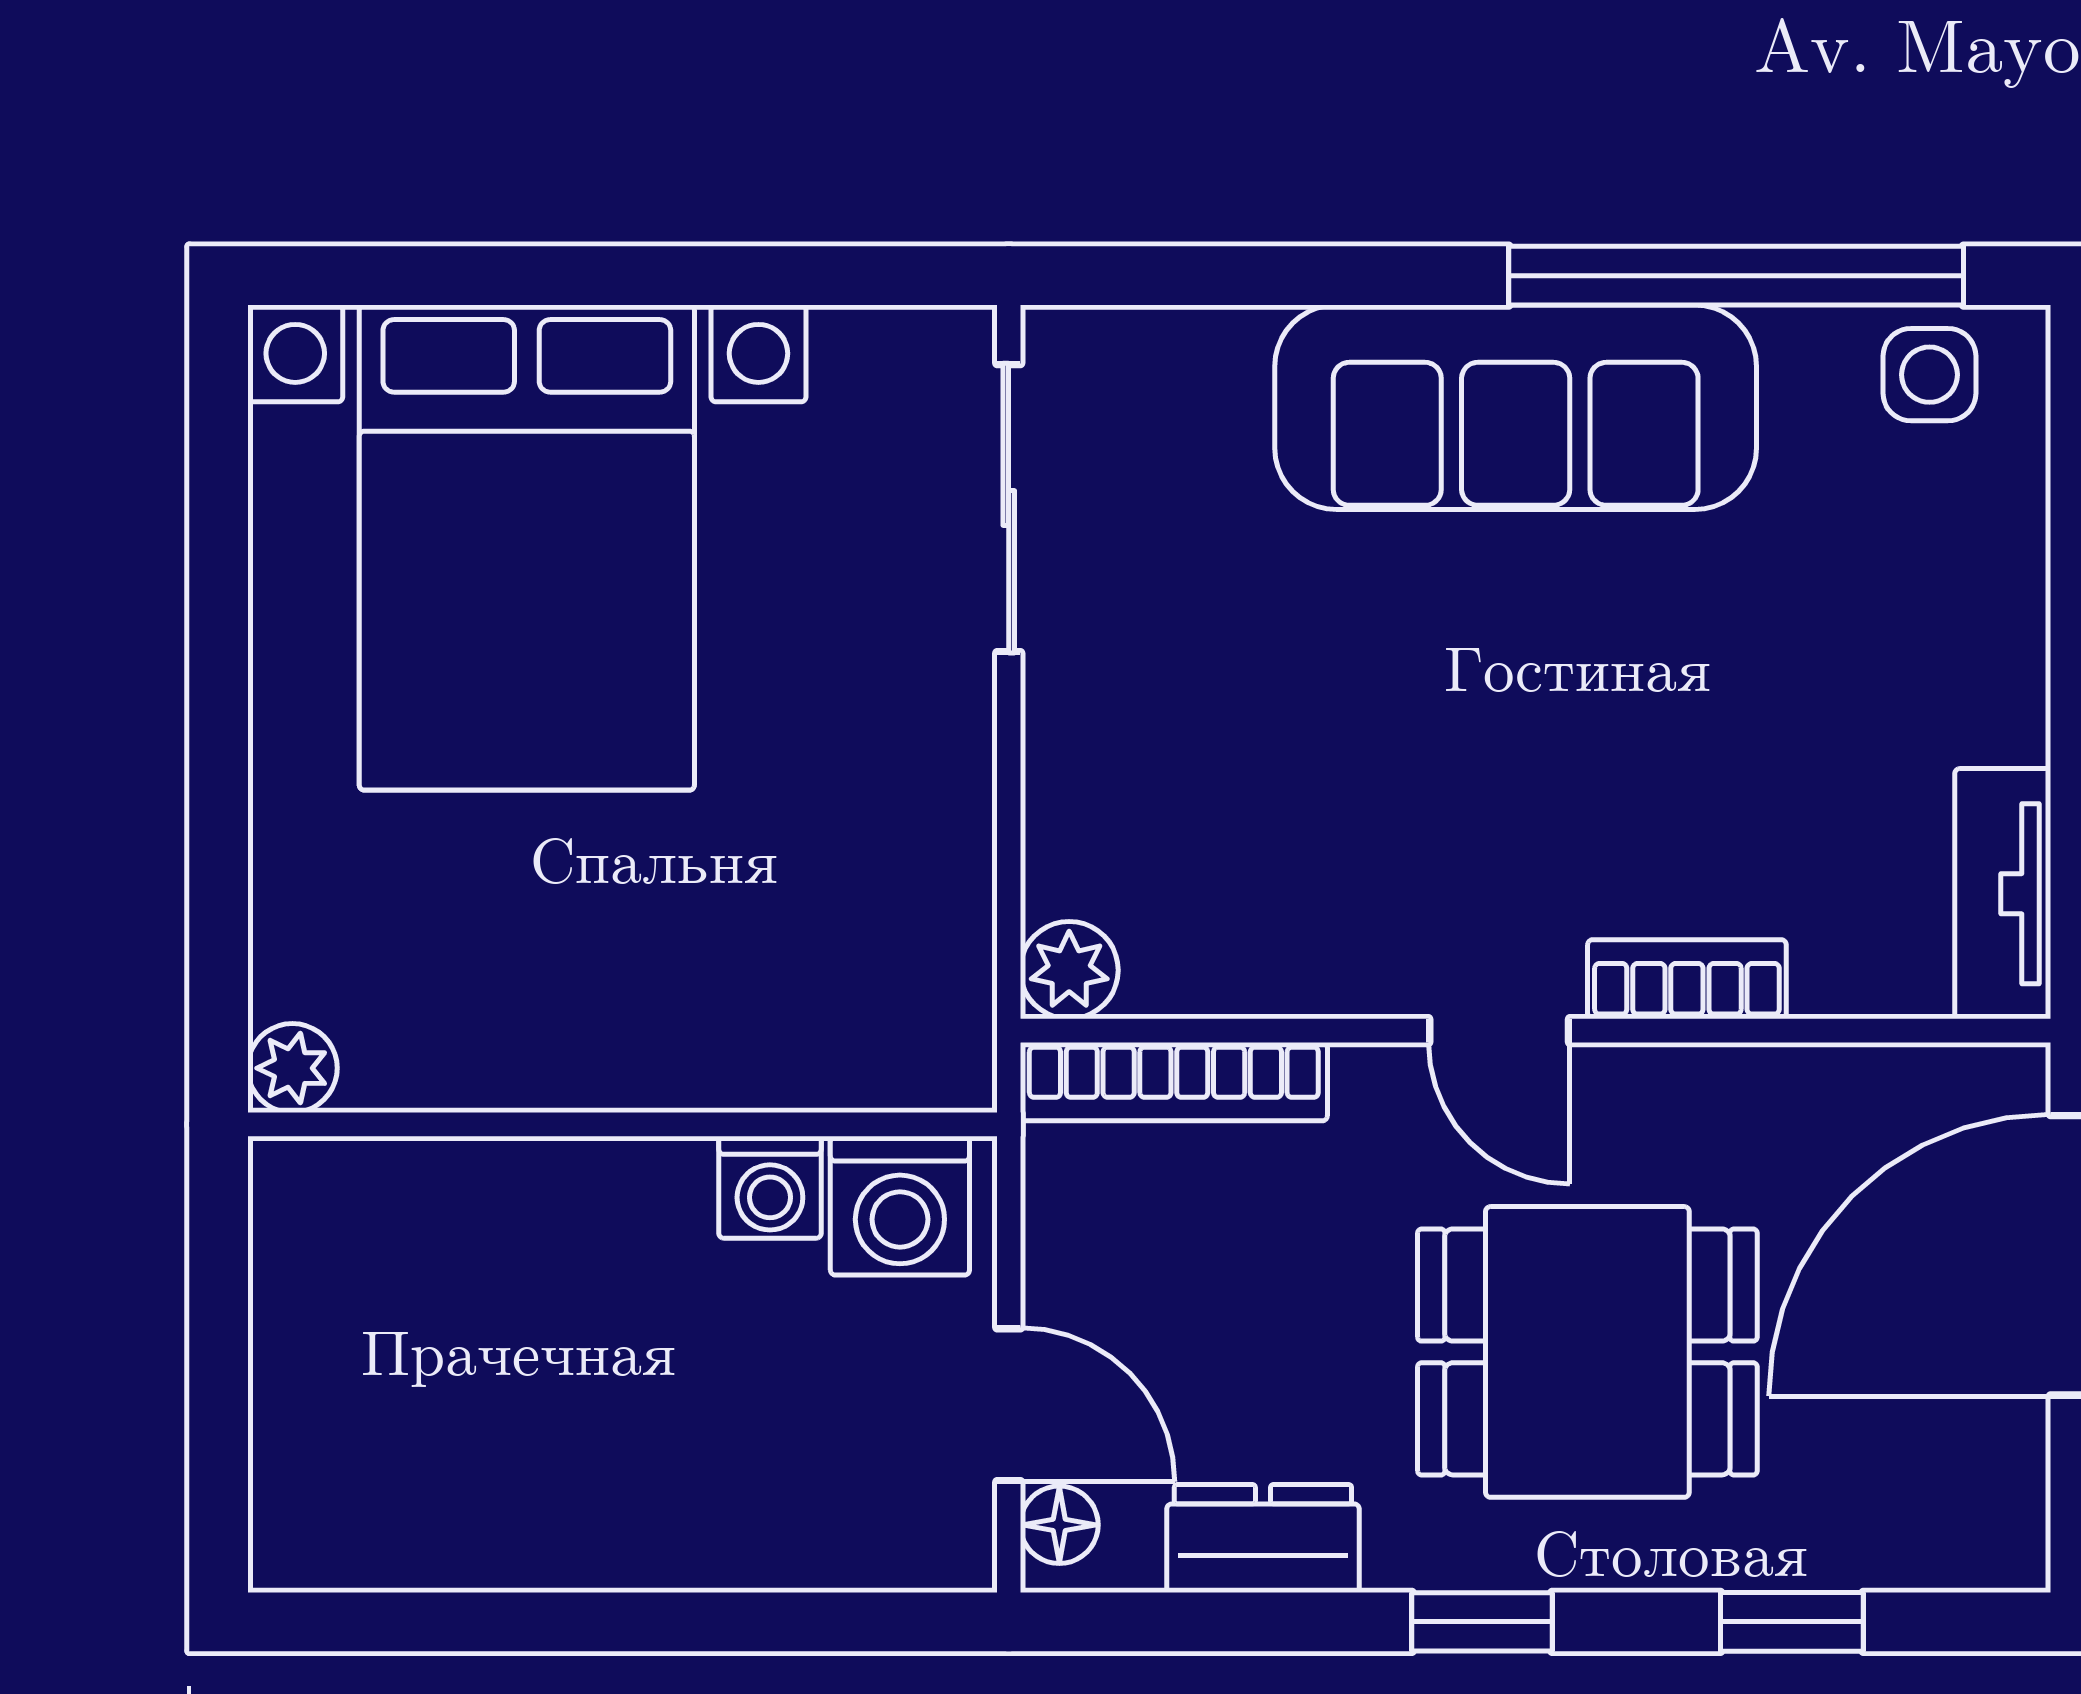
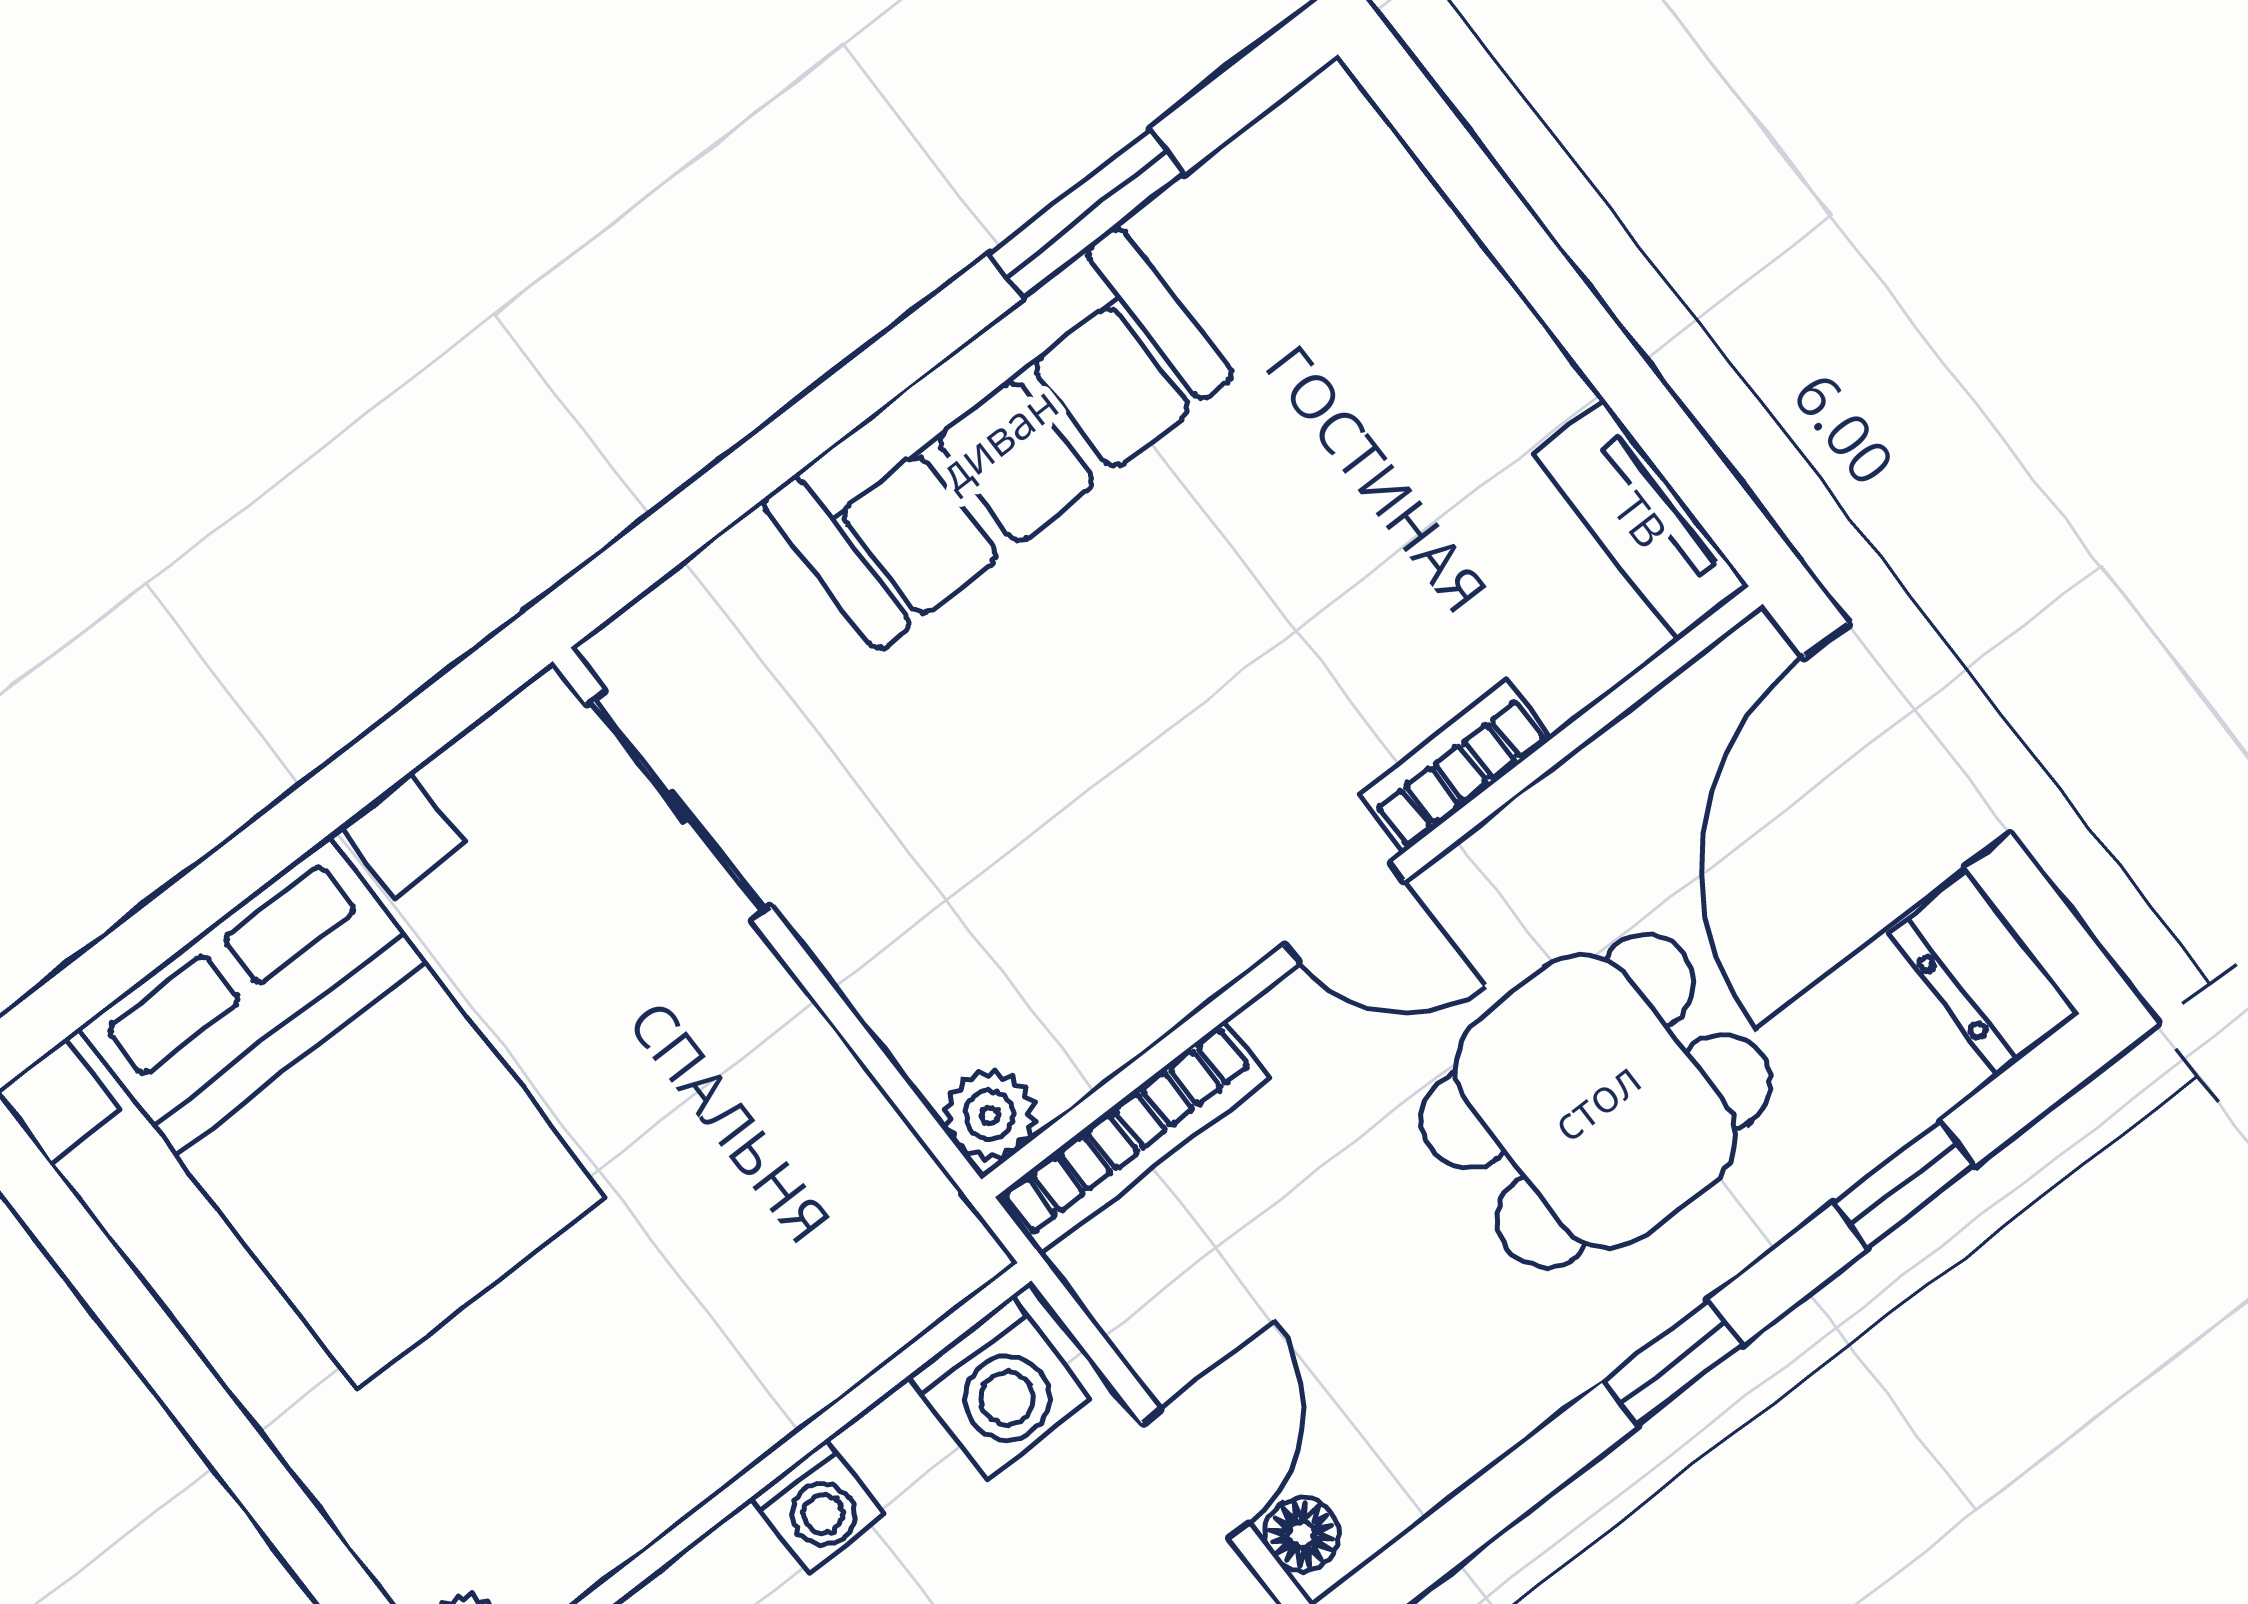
window: (1736, 276) -> (1087, 213), width x0.47
side table: (1929, 375) -> (1288, 176), removed
washing machine: (770, 1187) -> (818, 1507), moved
door: (1009, 1405) -> (1195, 1474), hinge flipped
dresser: (1263, 1538) -> (1984, 973), moved, turned -90

